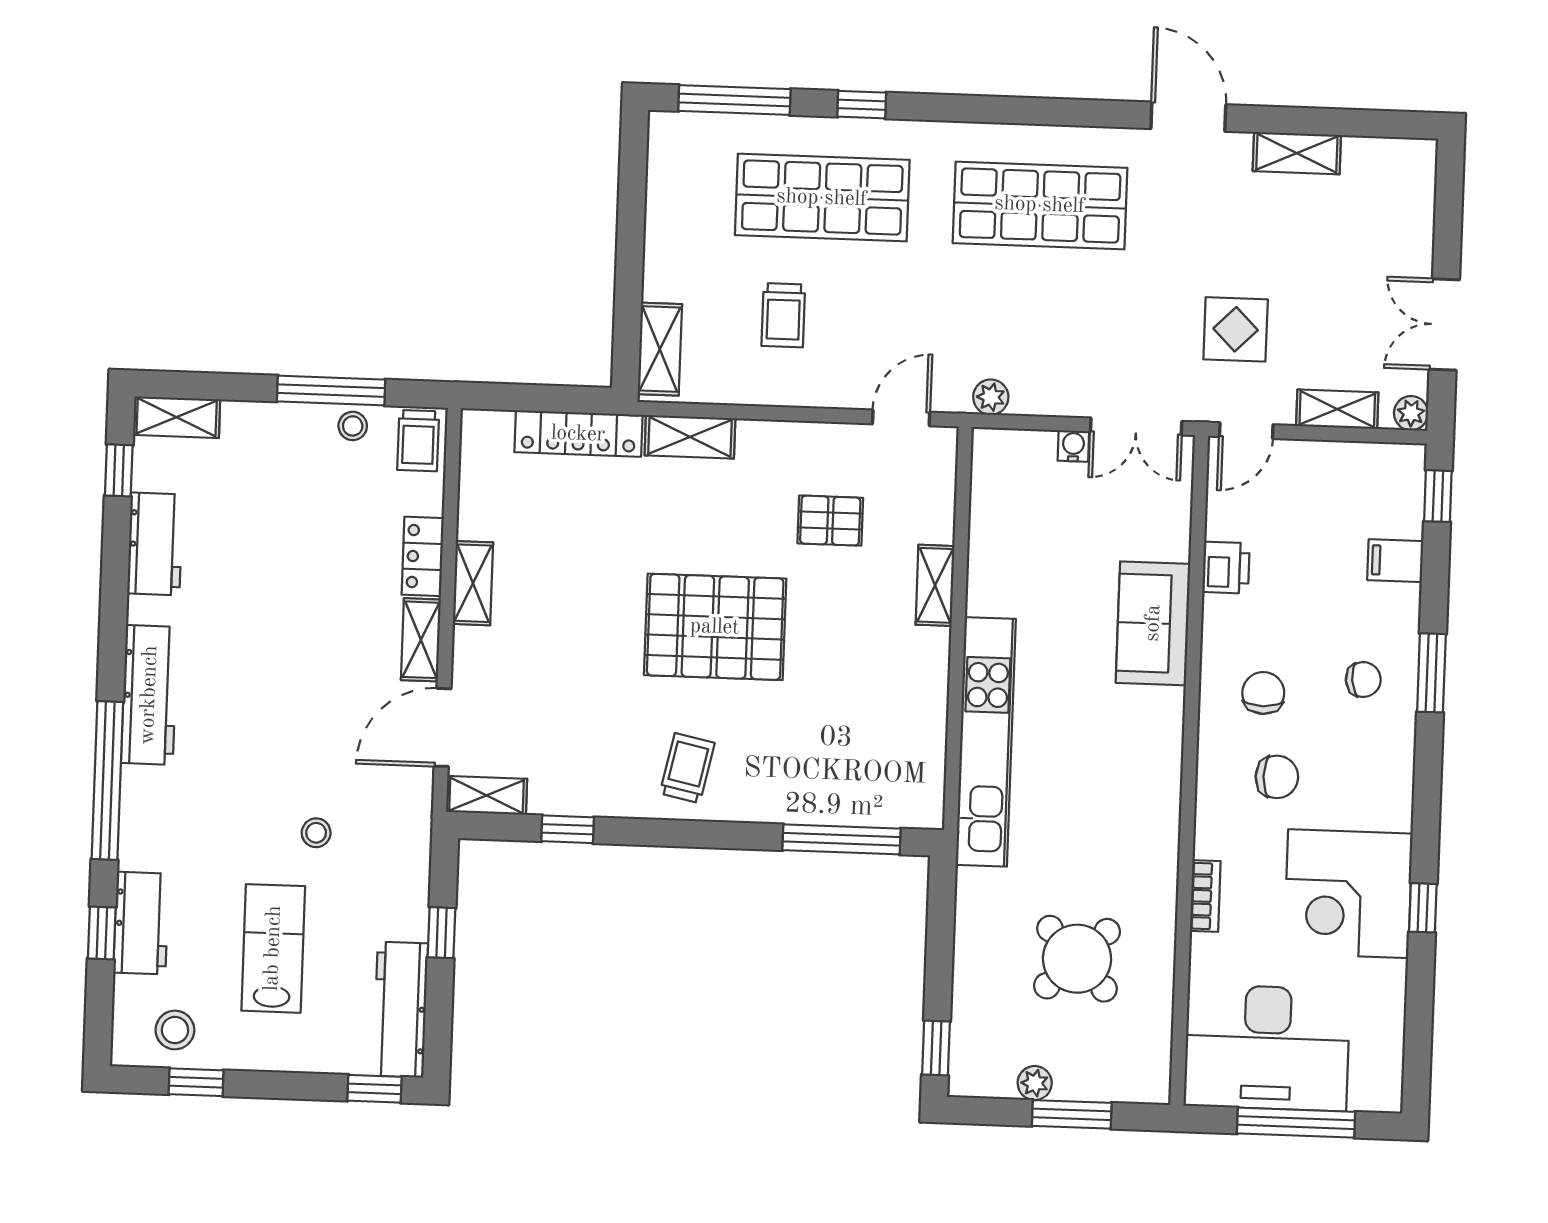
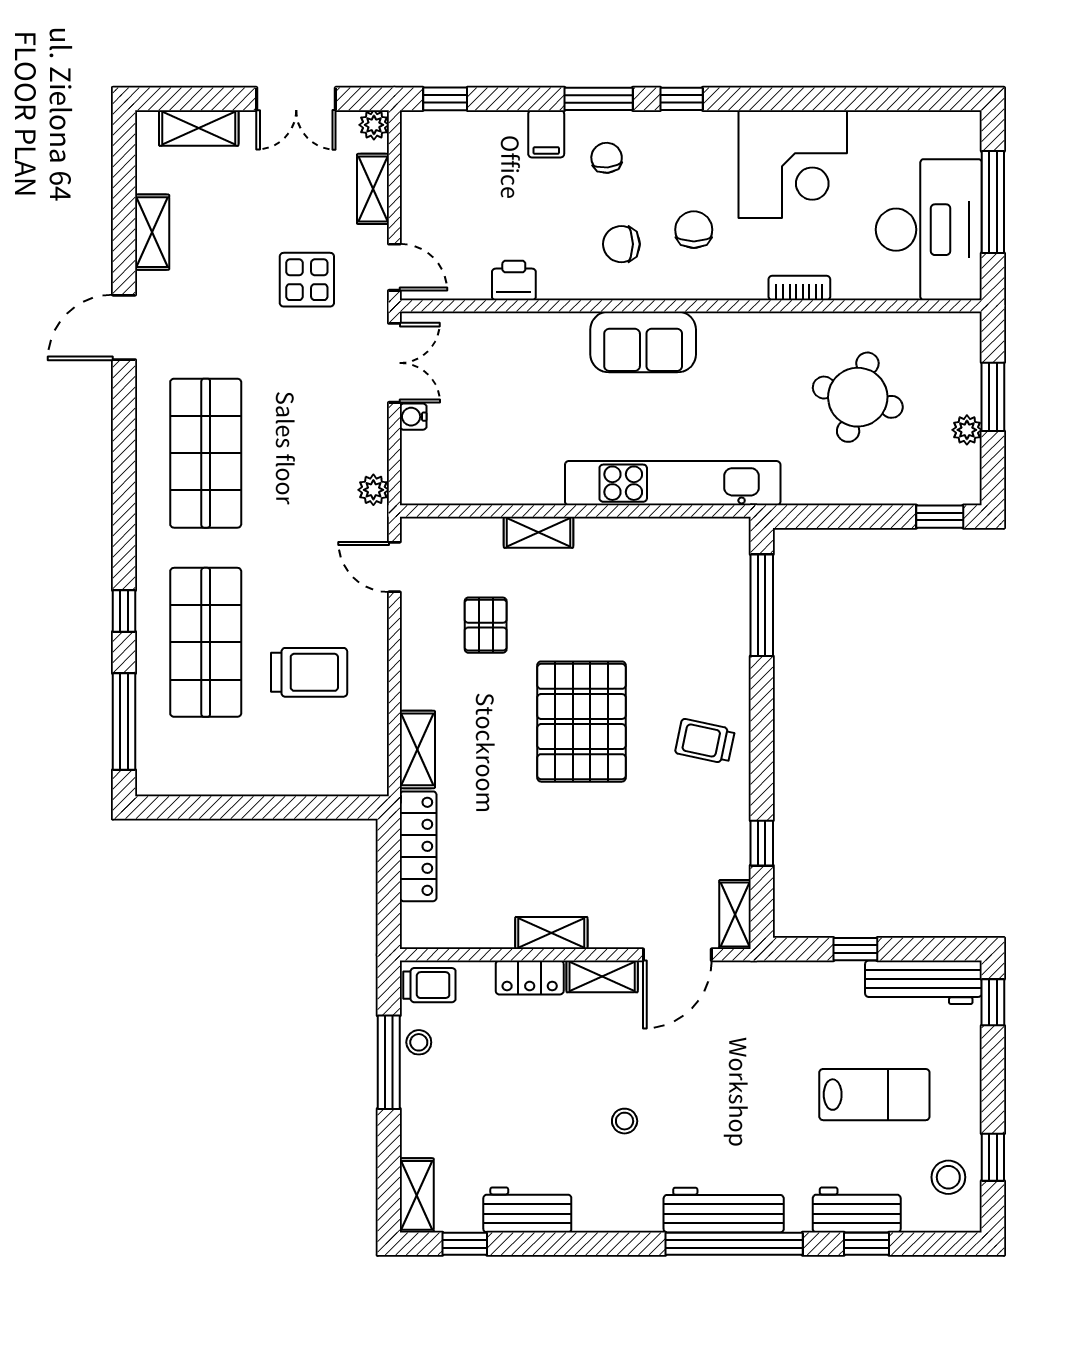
trolley: (783, 315) -> (309, 672), width x1.36, depth x1.39
shelving: (660, 349) -> (199, 128), moved
filing cabinet: (1395, 561) -> (546, 134), moved
sofa: (1153, 623) -> (643, 342), moved
workbench: (149, 695) -> (724, 1210), moved
door: (443, 727) -> (677, 955), hinge flipped
stool: (316, 833) -> (625, 1121), moved
window: (1423, 908) -> (682, 99), moved
lab bench: (273, 948) -> (874, 1095), turned 180
round table: (1077, 959) -> (858, 397), turned -30

